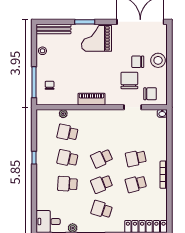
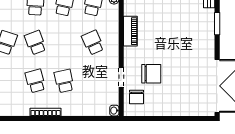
grand piano: (96, 38) -> (199, 37), removed
stool: (158, 60) -> (174, 106), removed
chair: (138, 62) -> (172, 83), removed
school desk: (102, 158) -> (93, 43), moved

